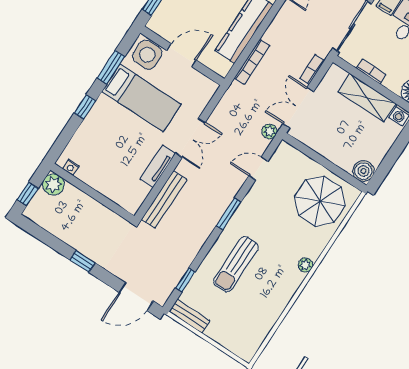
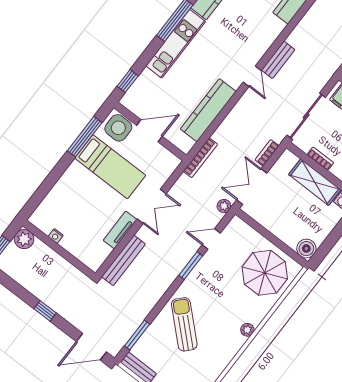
bookcase: (252, 62) -> (200, 158), moved
window: (111, 67) -> (85, 137), width x1.44
window: (85, 107) -> (58, 171), removed
nightstand: (71, 167) -> (56, 236), moved
window: (229, 214) -> (191, 266), moved
sun lounger: (236, 264) -> (184, 324), turned 133
window: (185, 280) -> (137, 335), width x1.50

